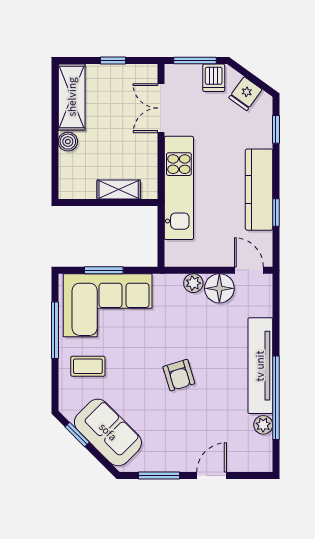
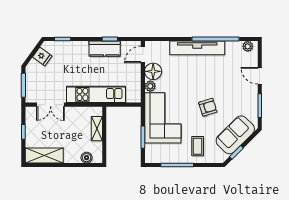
dishwasher: (214, 78) -> (33, 75), removed
boiler: (68, 142) -> (87, 158), moved
kitchen counter: (259, 190) -> (105, 49), width x0.67
corner sofa: (108, 305) -> (163, 118), moved
armchair: (179, 375) -> (208, 107), moved
plant: (263, 425) -> (248, 46), moved

